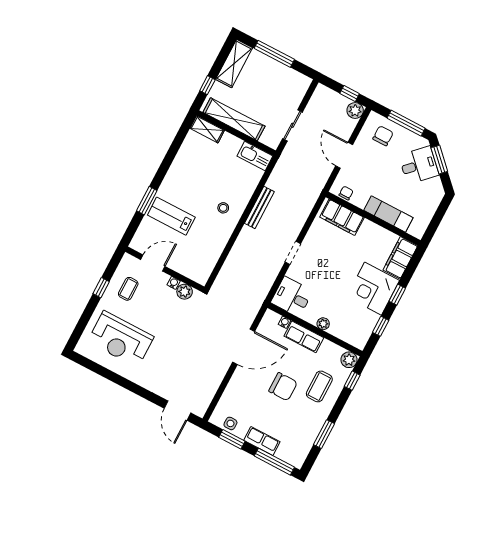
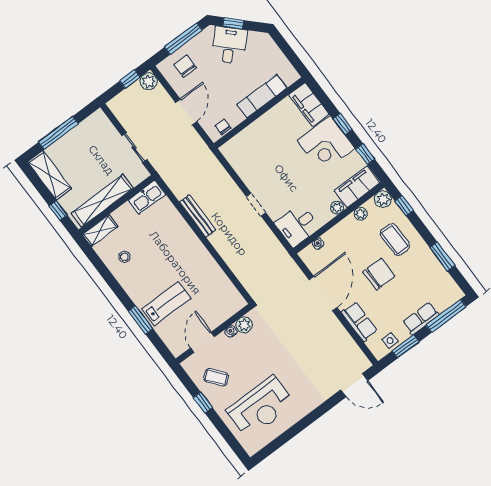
door: (344, 155) -> (186, 112), swing flipped
window: (439, 160) -> (233, 23), width x0.67
stool: (223, 208) -> (124, 257), moved
lab bench: (171, 216) -> (166, 304), turned 180
filing cabinet: (342, 217) -> (357, 187), moved, turned 180
coffee table: (128, 289) -> (216, 377), turned -39
row of seats: (304, 337) -> (359, 321), moved, turned -90
plant: (328, 347) -> (361, 214), added

